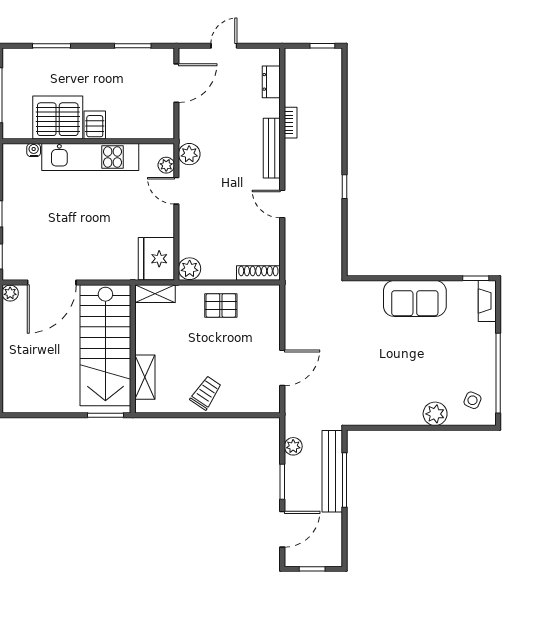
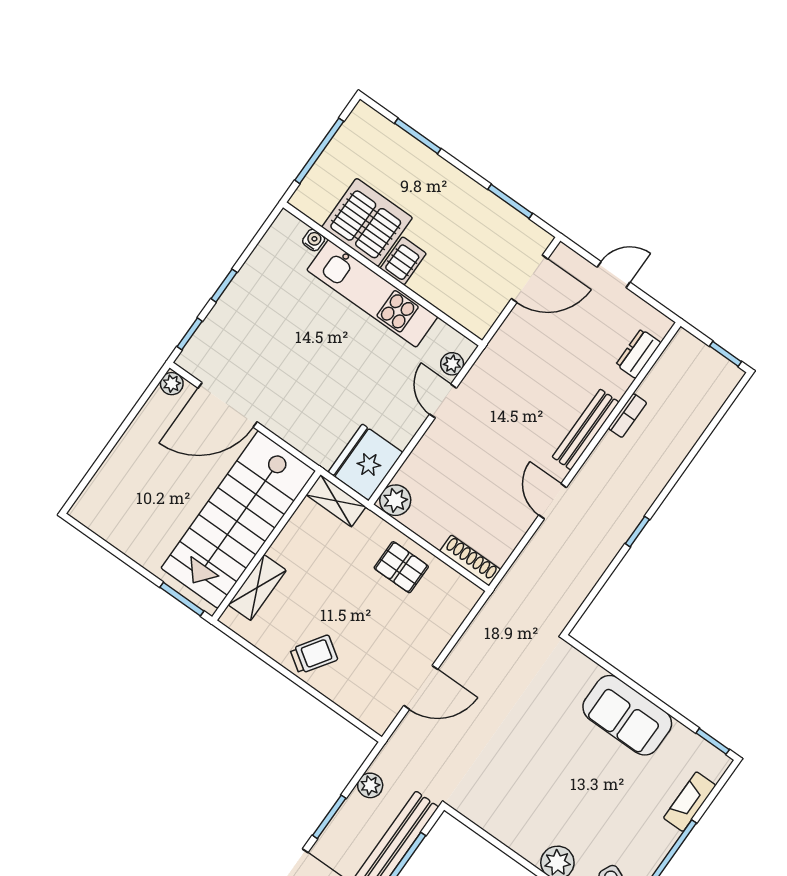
plant: (189, 154) -> (487, 370), removed
fireplace: (487, 301) -> (690, 802), moved

